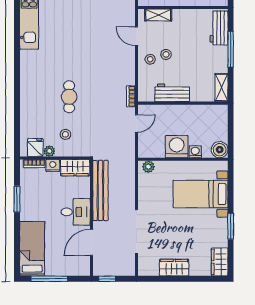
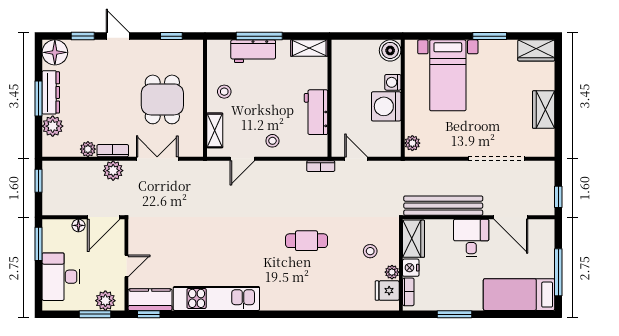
workbench: (219, 28) -> (253, 51), moved
stool: (166, 54) -> (224, 92), moved
cafe table: (69, 97) -> (307, 241), moved

